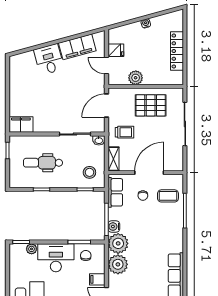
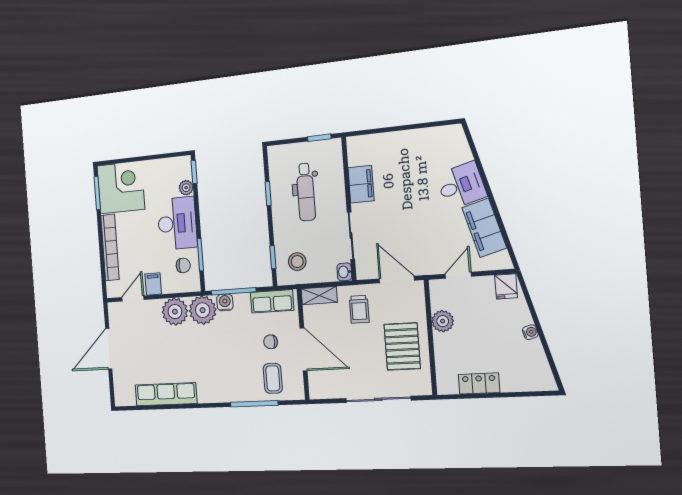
fridge: (116, 50) -> (506, 286), moved
locker: (177, 51) -> (479, 383), width x0.66
filing cabinet: (21, 125) -> (361, 184), moved
dental chair: (43, 163) -> (306, 192), turned 180

